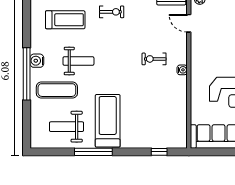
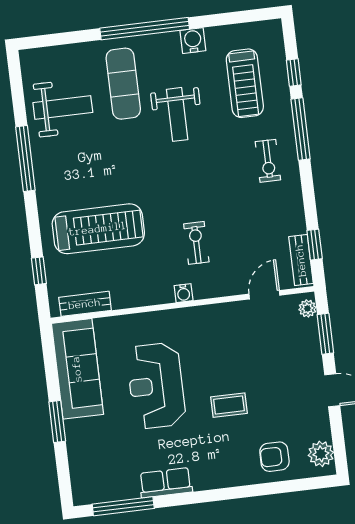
water cooler: (37, 61) -> (193, 41), moved
treadmill: (108, 121) -> (98, 229), moved
weight bench: (66, 127) -> (63, 108), turned 90
bench: (181, 128) -> (85, 304), added

